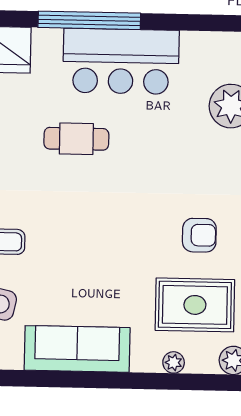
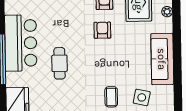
armchair: (141, 229) -> (102, 30), added

